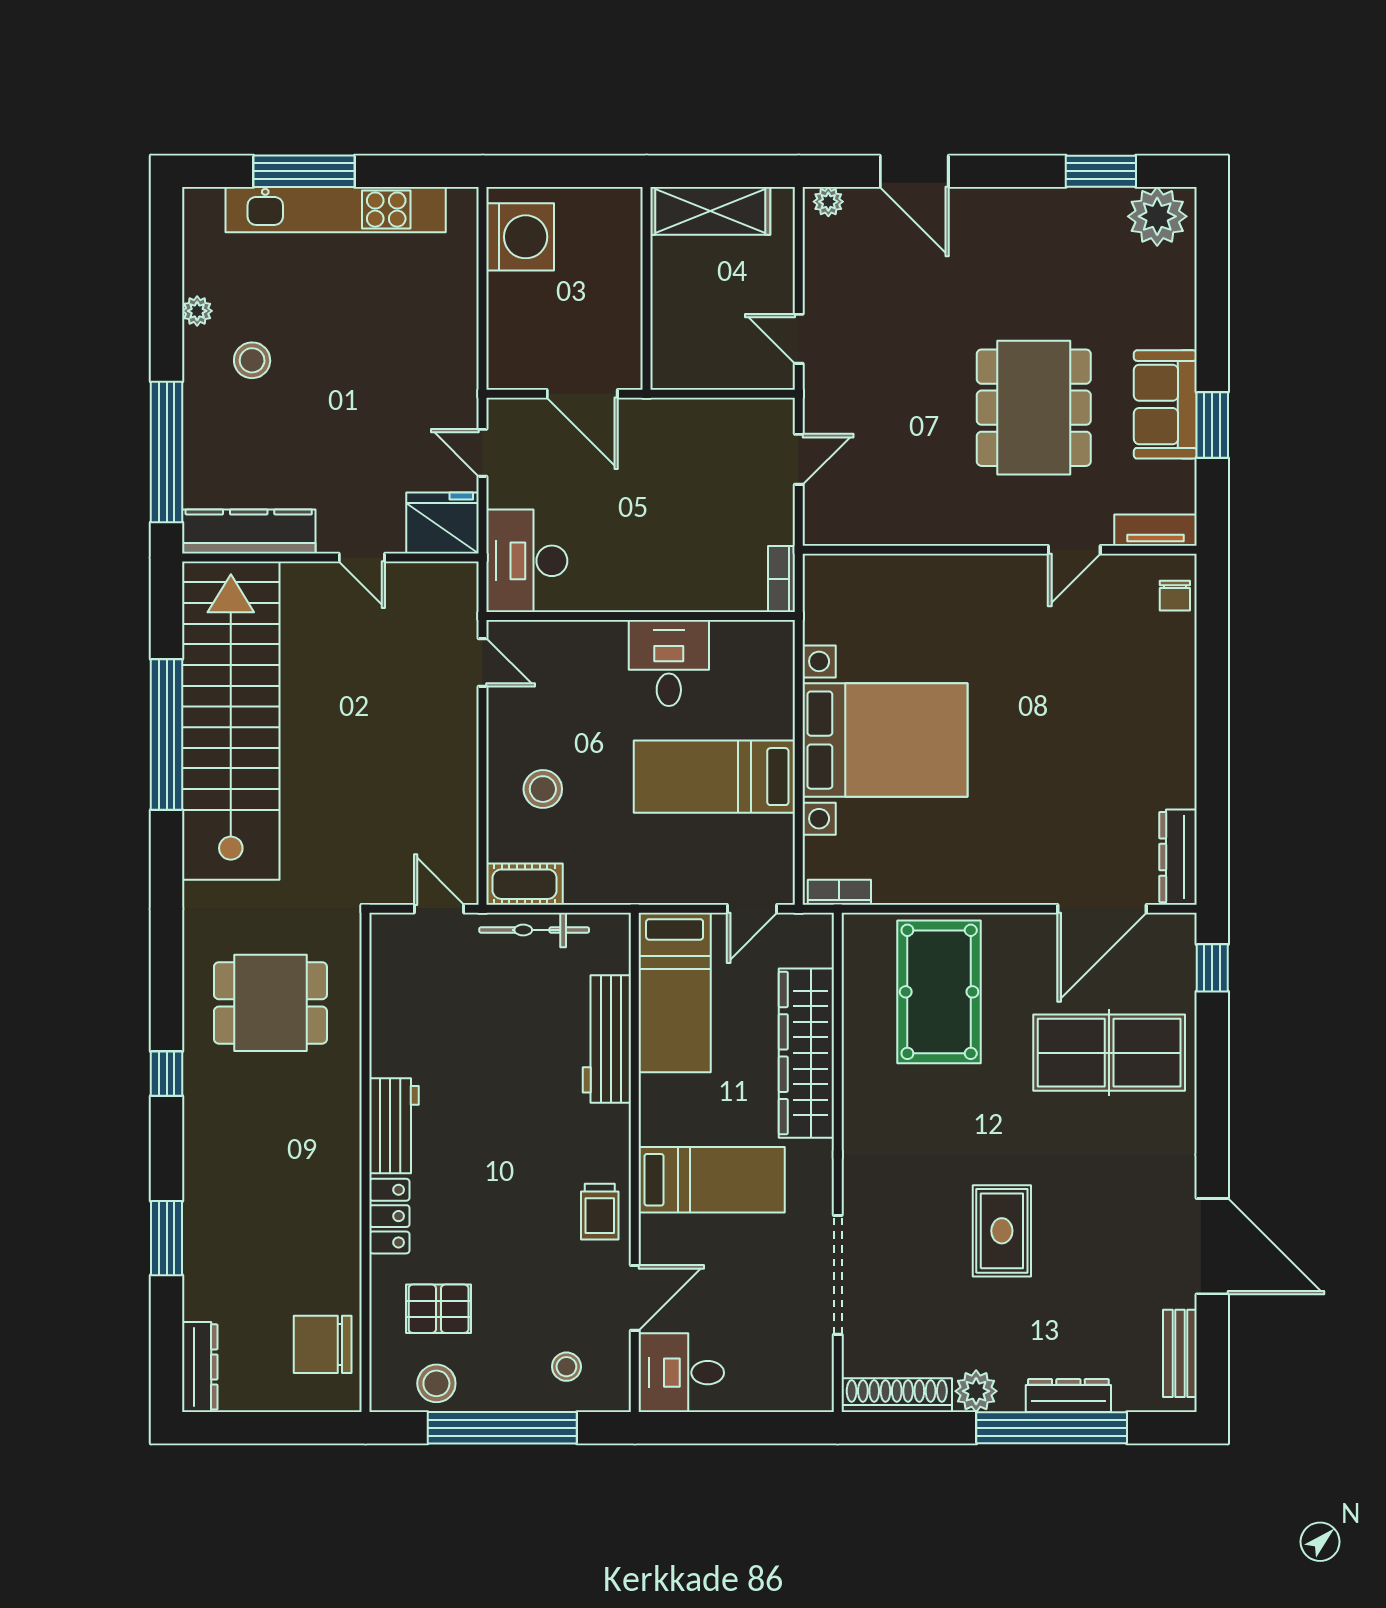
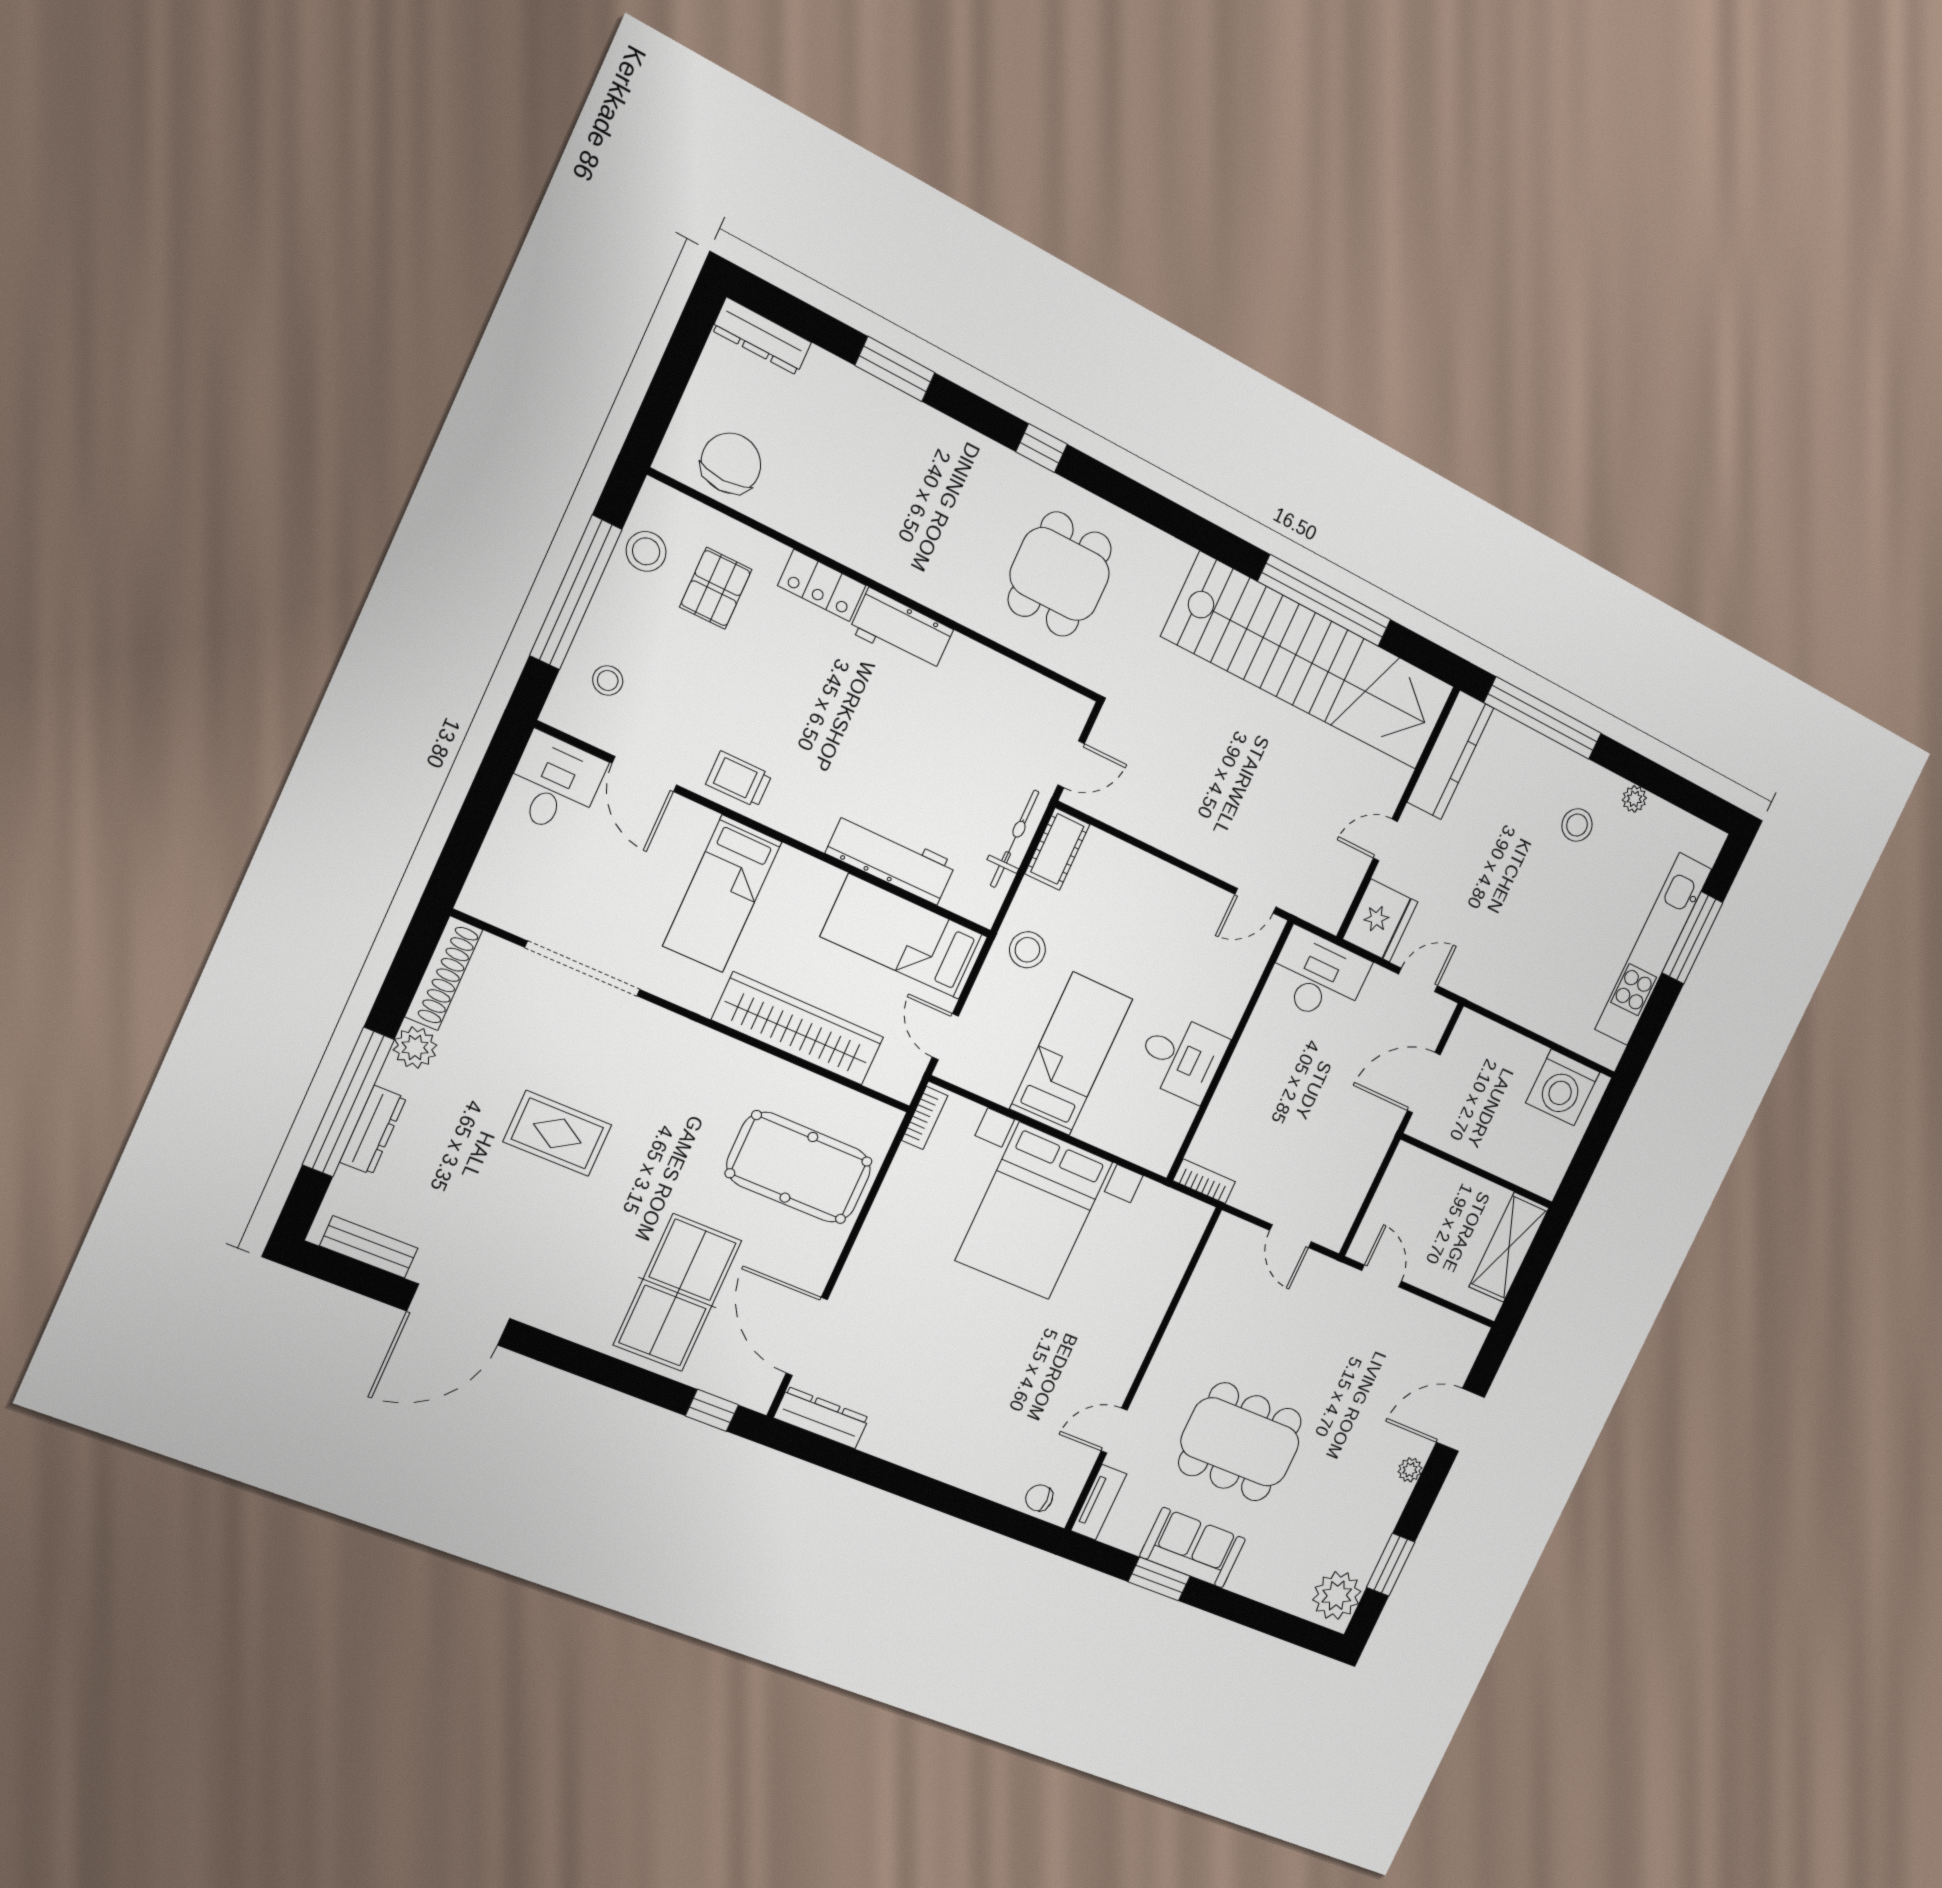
plant: (828, 202) -> (1410, 1470), moved
door: (799, 339) -> (1382, 1276), hinge flipped
door: (1074, 550) -> (1114, 1431), hinge flipped
stool: (543, 789) -> (1027, 950), moved

